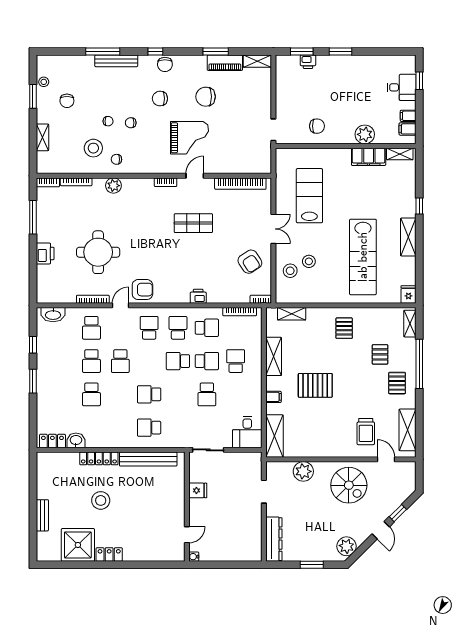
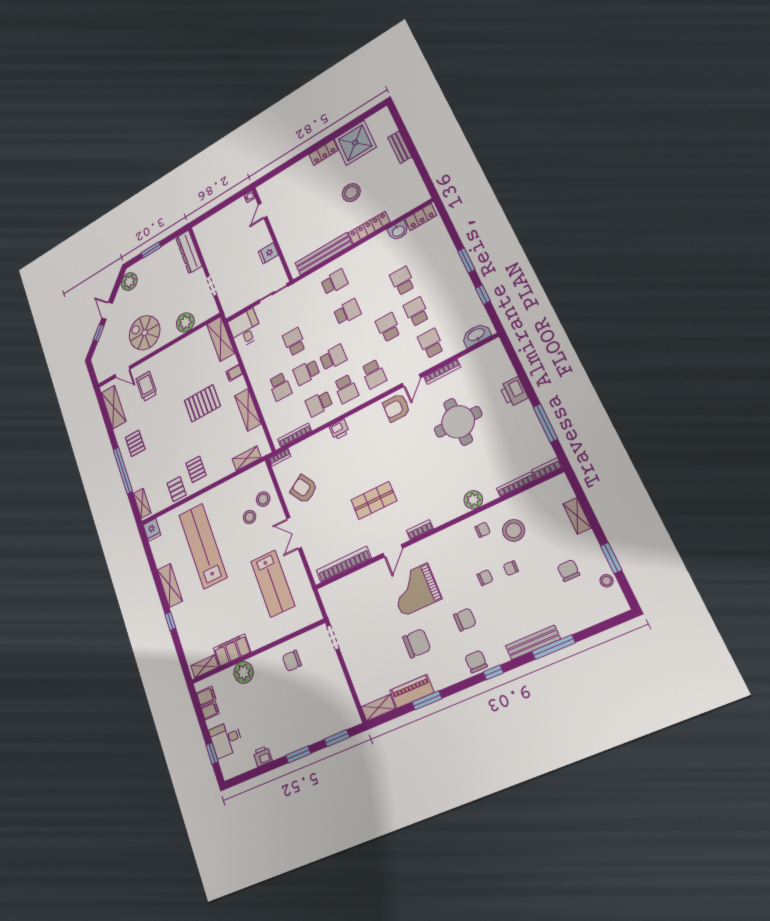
printer: (308, 62) -> (263, 756), moved
pallet: (380, 354) -> (177, 489), moved

